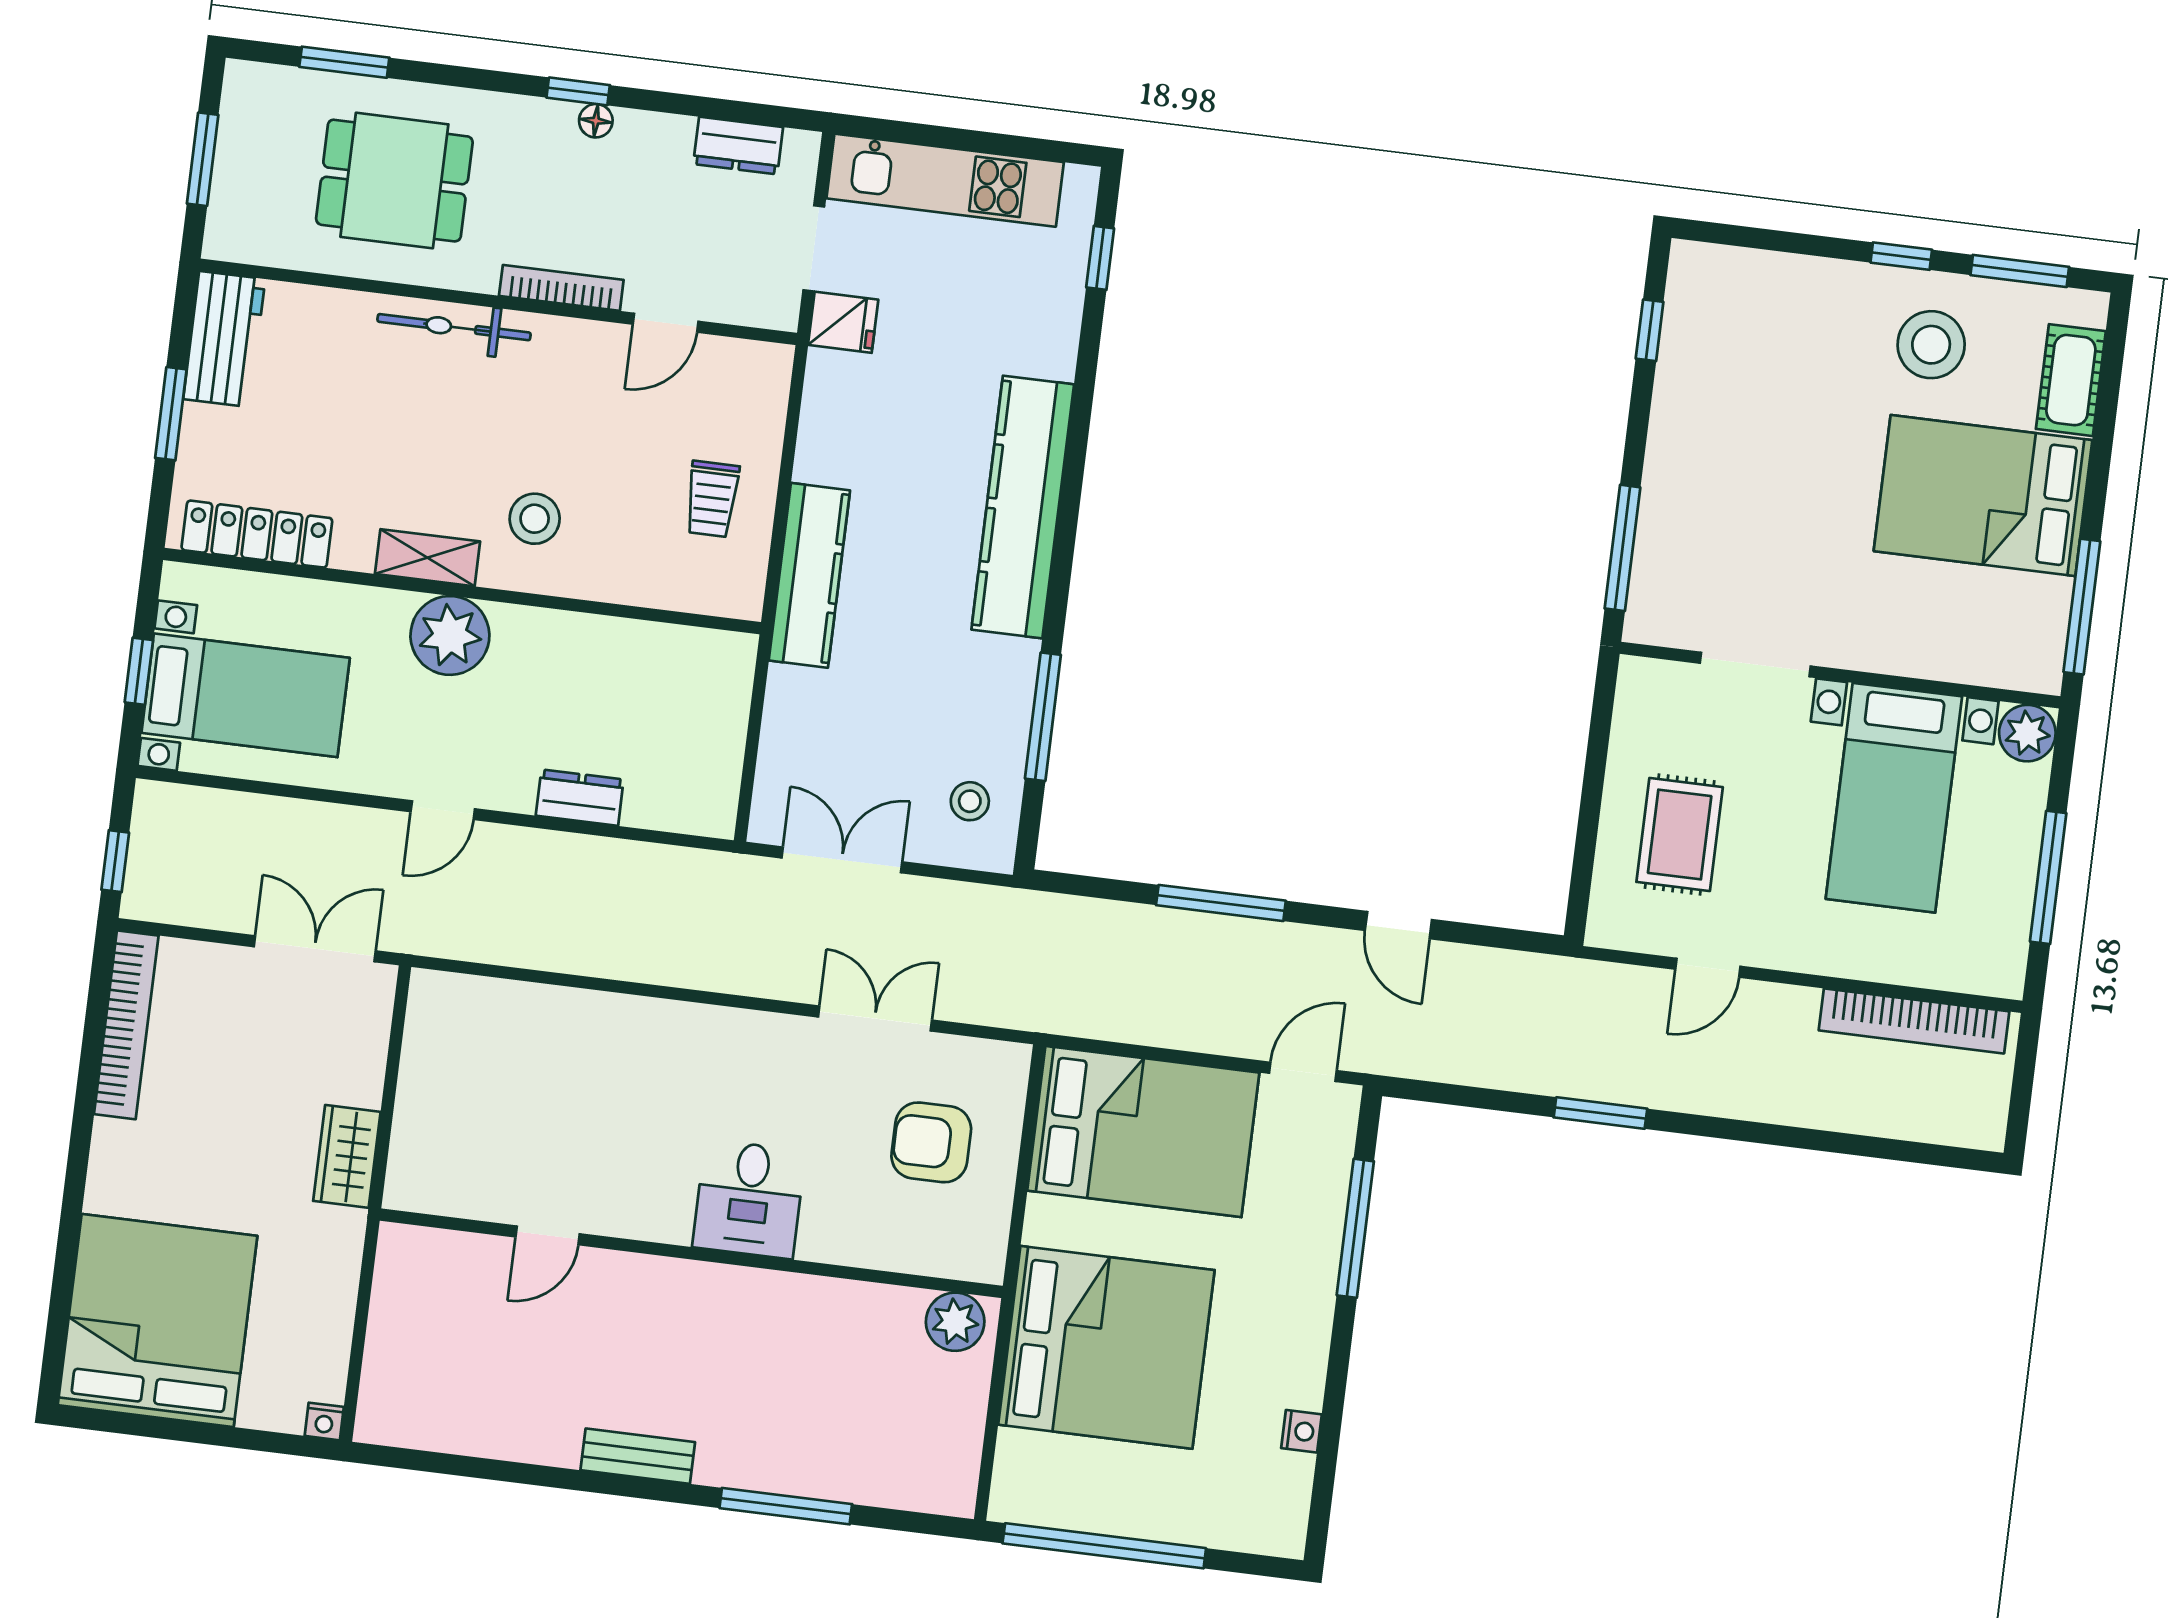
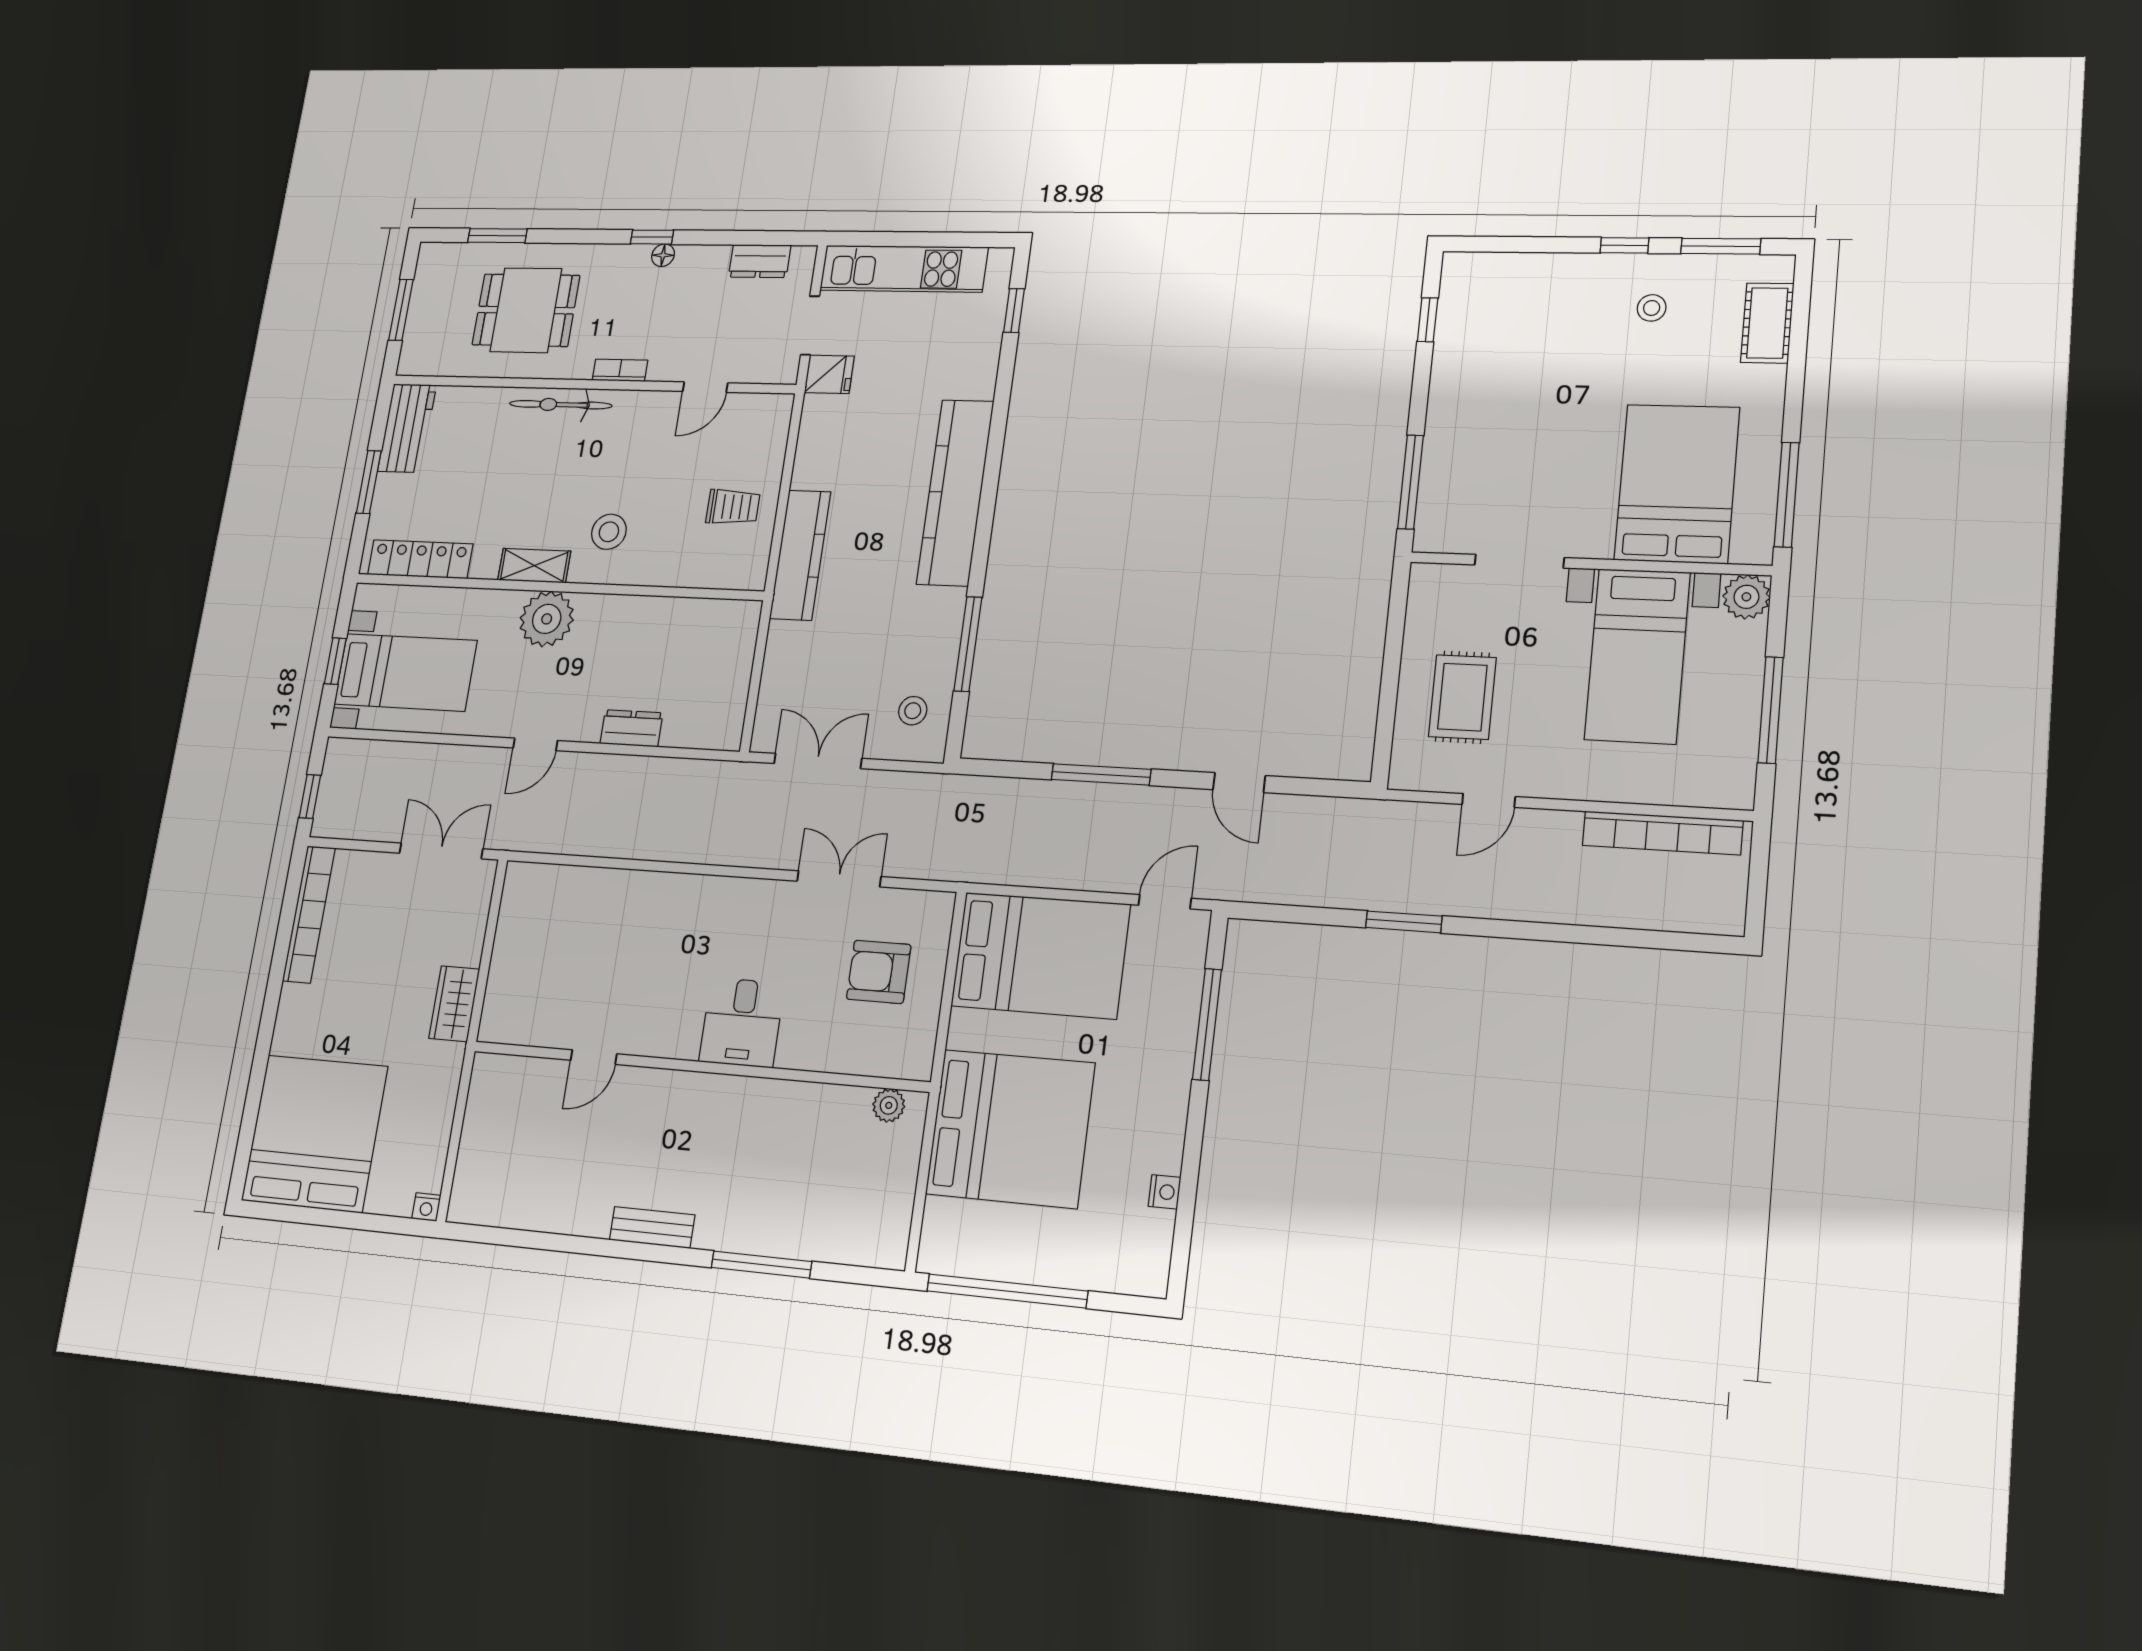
bookcase: (561, 288) -> (620, 370), width x0.64
stool: (1931, 345) -> (1652, 308), width x0.53, depth x0.53
bed: (1983, 496) -> (1677, 484), moved, turned 90
trolley: (712, 499) -> (733, 507), turned -90
plant: (955, 1322) -> (889, 1105), width x0.73, depth x0.73

